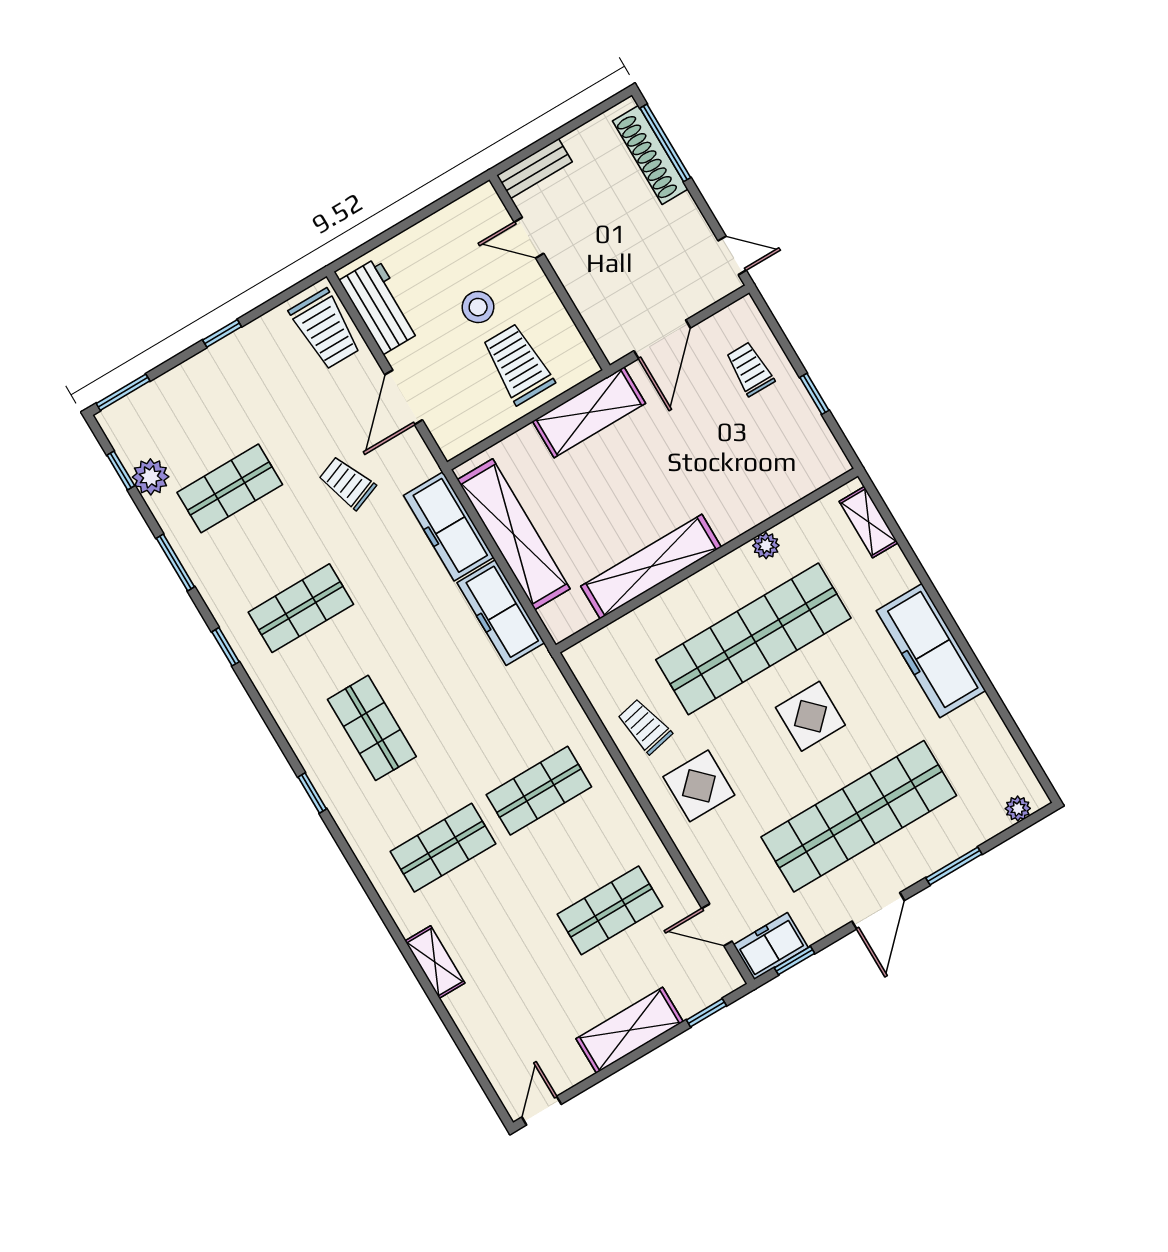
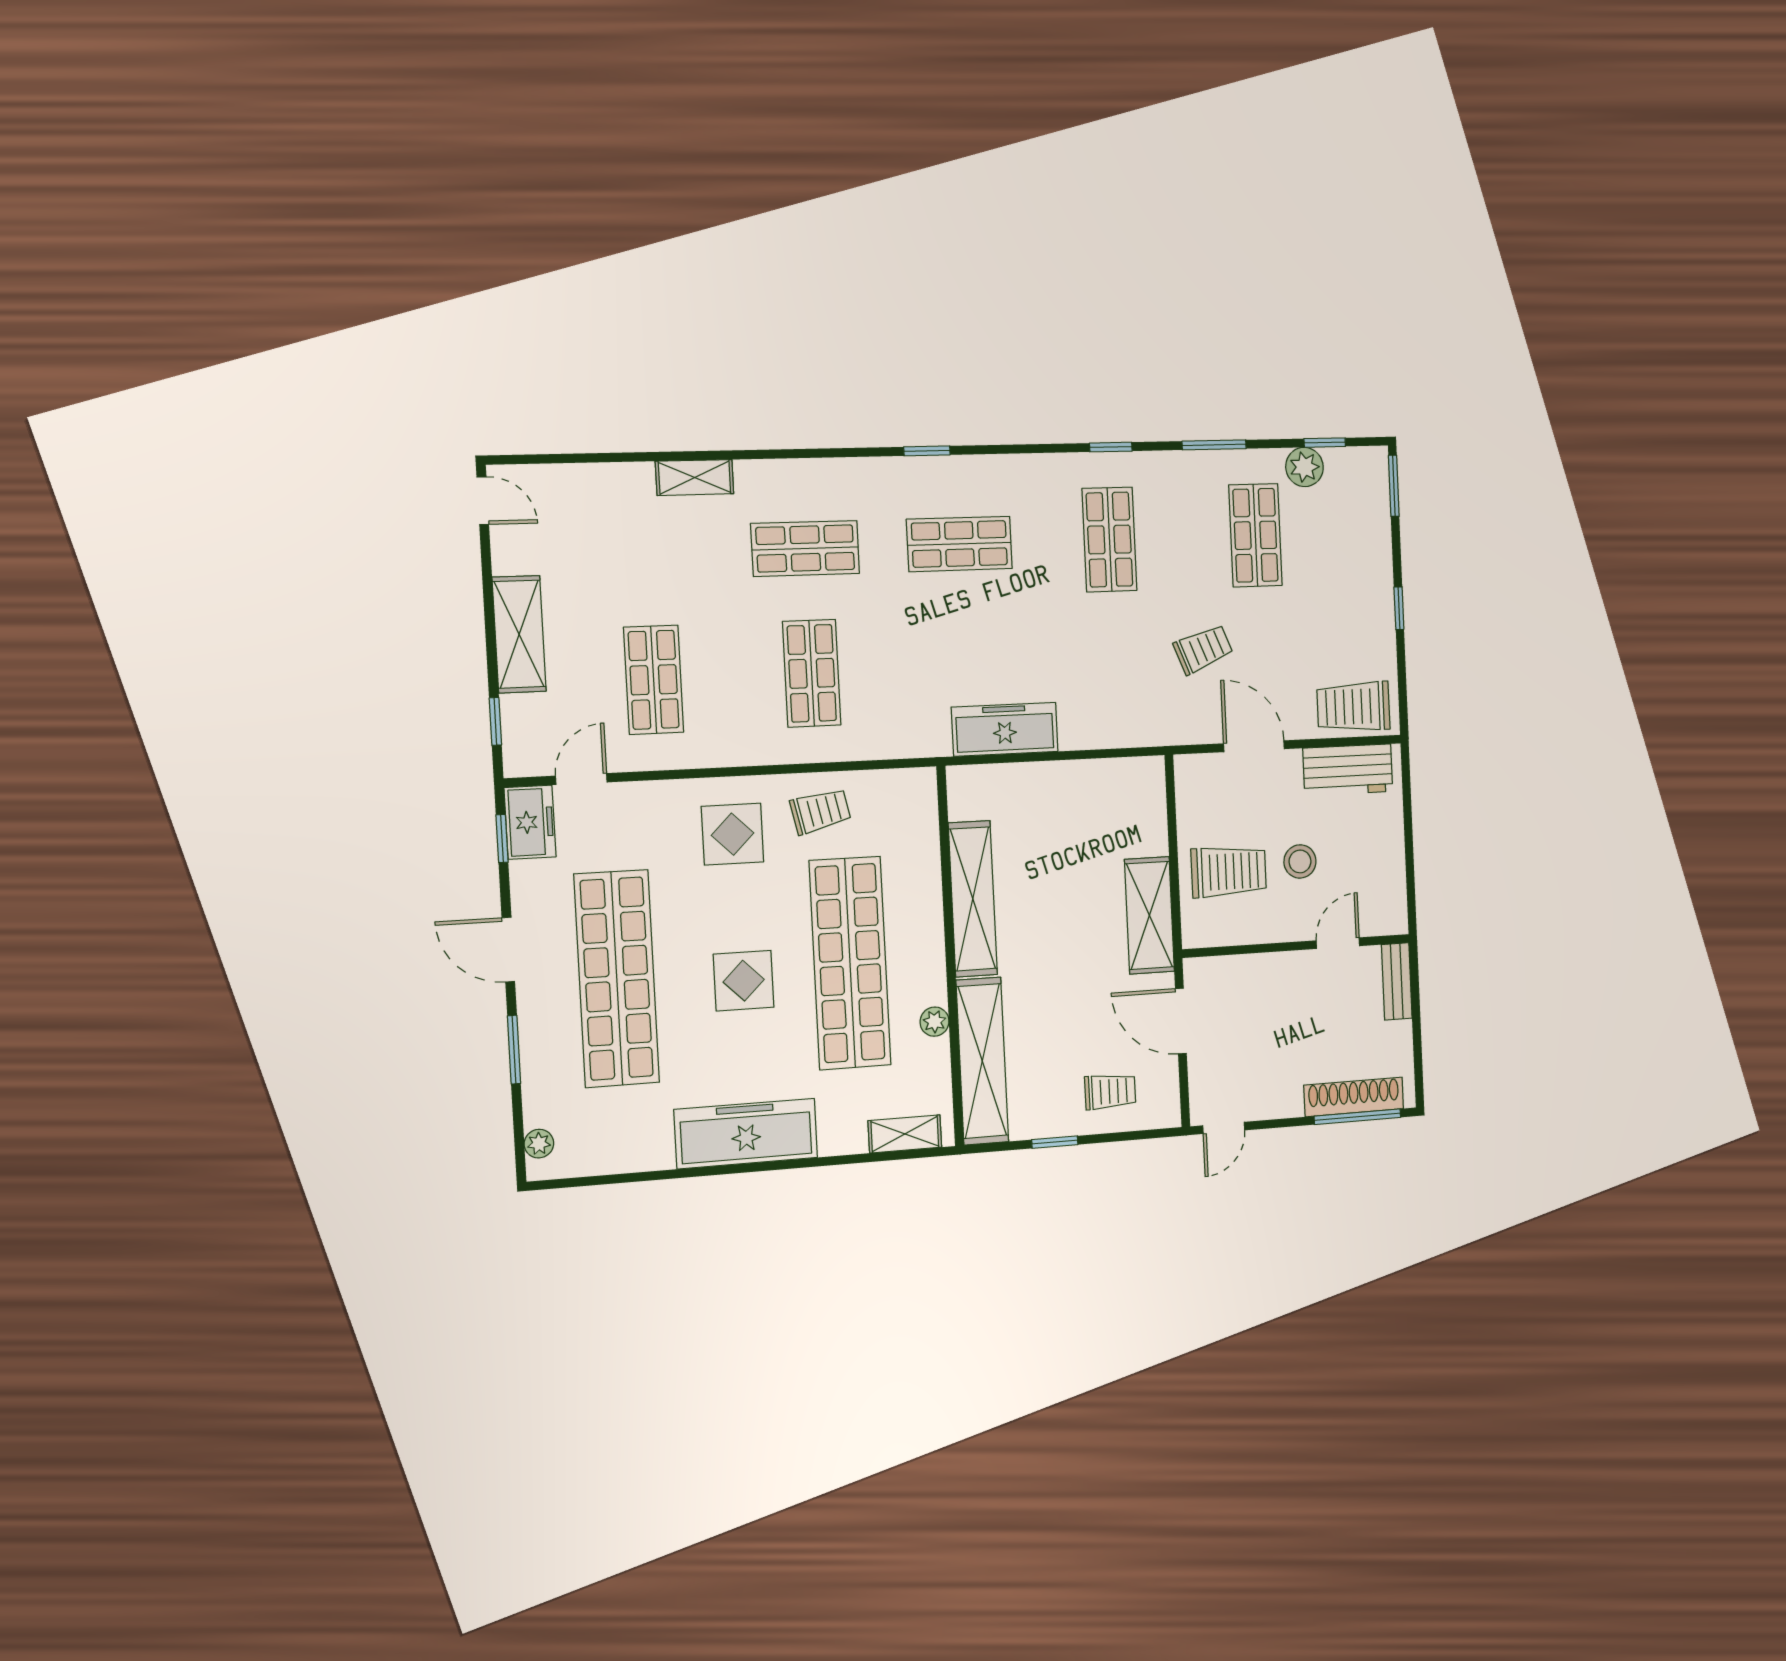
freezer: (449, 526) -> (1113, 724), removed
shelving: (514, 534) -> (982, 1061), moved, turned 90
shop shelf: (443, 848) -> (805, 548), turned 90

